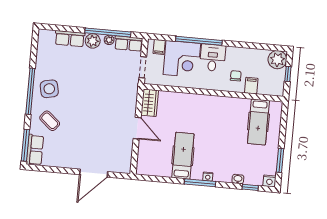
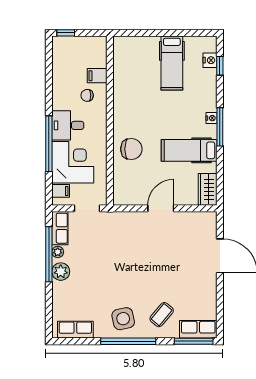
row of seats: (70, 39) -> (75, 330), moved, turned -90
plant: (277, 60) -> (63, 47), removed
window: (288, 74) -> (66, 33), moved
wardrobe: (150, 103) -> (208, 189), moved, turned -90
chair: (188, 108) -> (131, 149), added
hospital bed: (258, 122) -> (172, 63), moved, turned 90
window: (280, 160) -> (184, 33), removed
washbasin: (238, 179) -> (211, 82), removed
nightstand: (269, 181) -> (210, 60), moved

